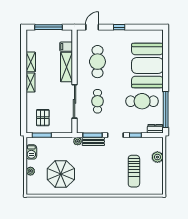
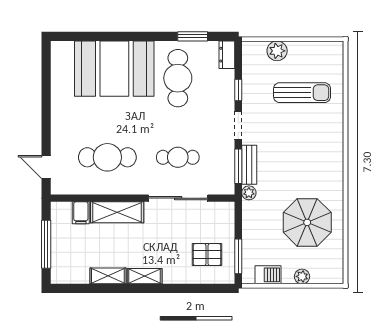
window: (119, 27) -> (46, 119), removed
window: (166, 110) -> (193, 36), width x0.47

